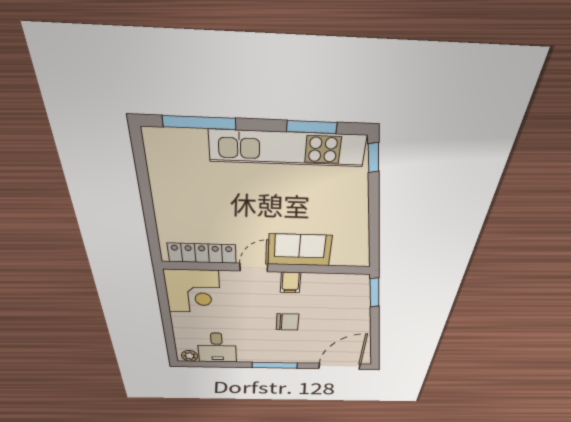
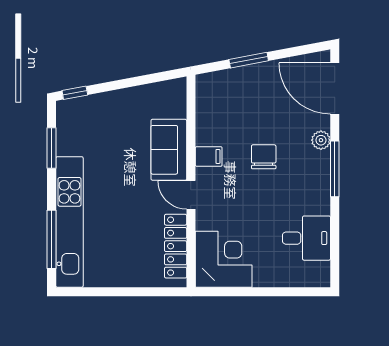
kitchen unit: (287, 148) -> (69, 222), moved
window: (374, 293) -> (249, 60), moved
plant: (190, 356) -> (321, 140), moved

